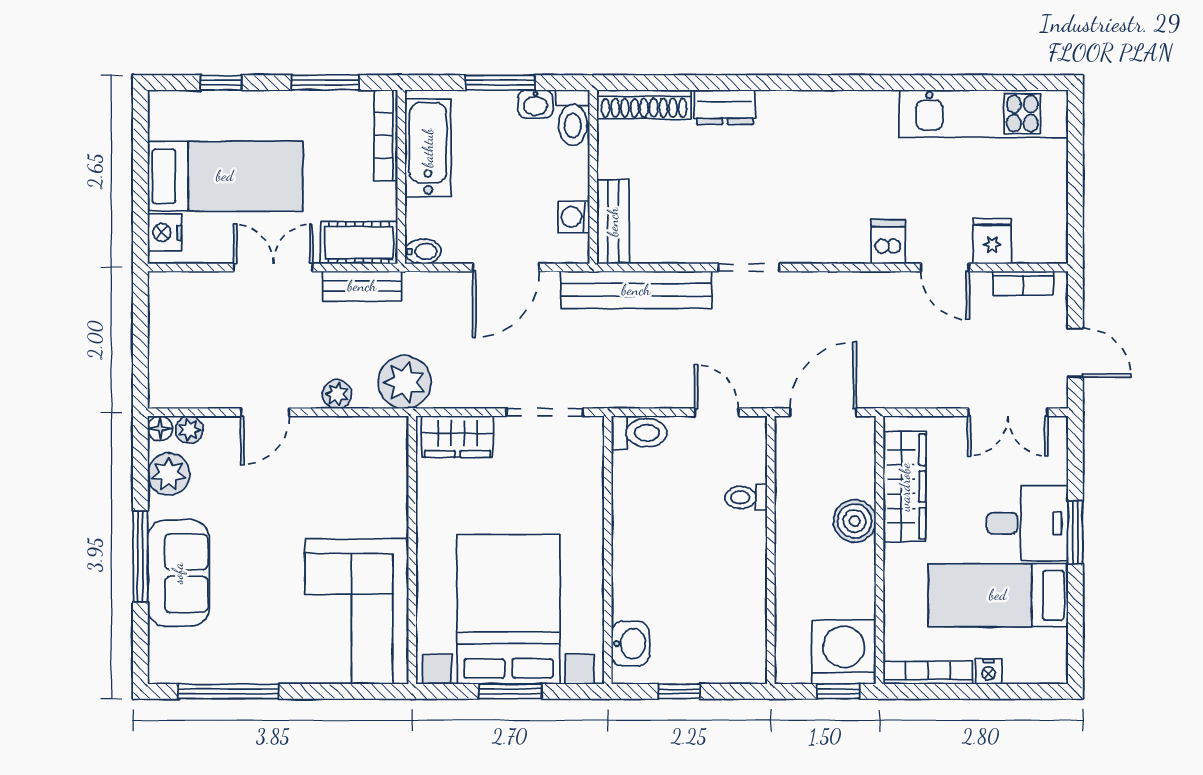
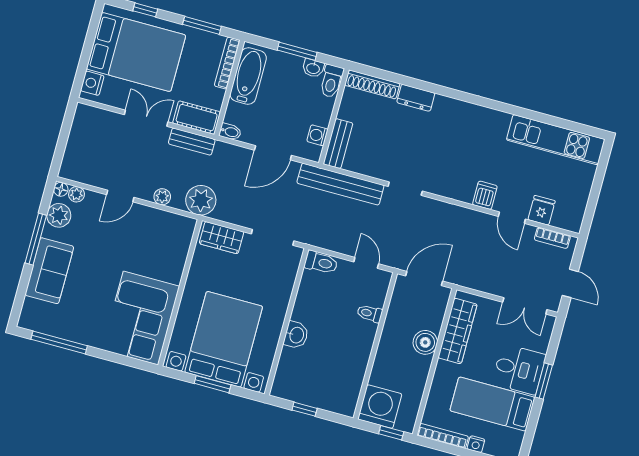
bed: (225, 176) -> (136, 52), width x1.50
window: (140, 557) -> (36, 239), moved
washbasin: (630, 644) -> (296, 335), moved
washing machine: (844, 652) -> (380, 407), moved

